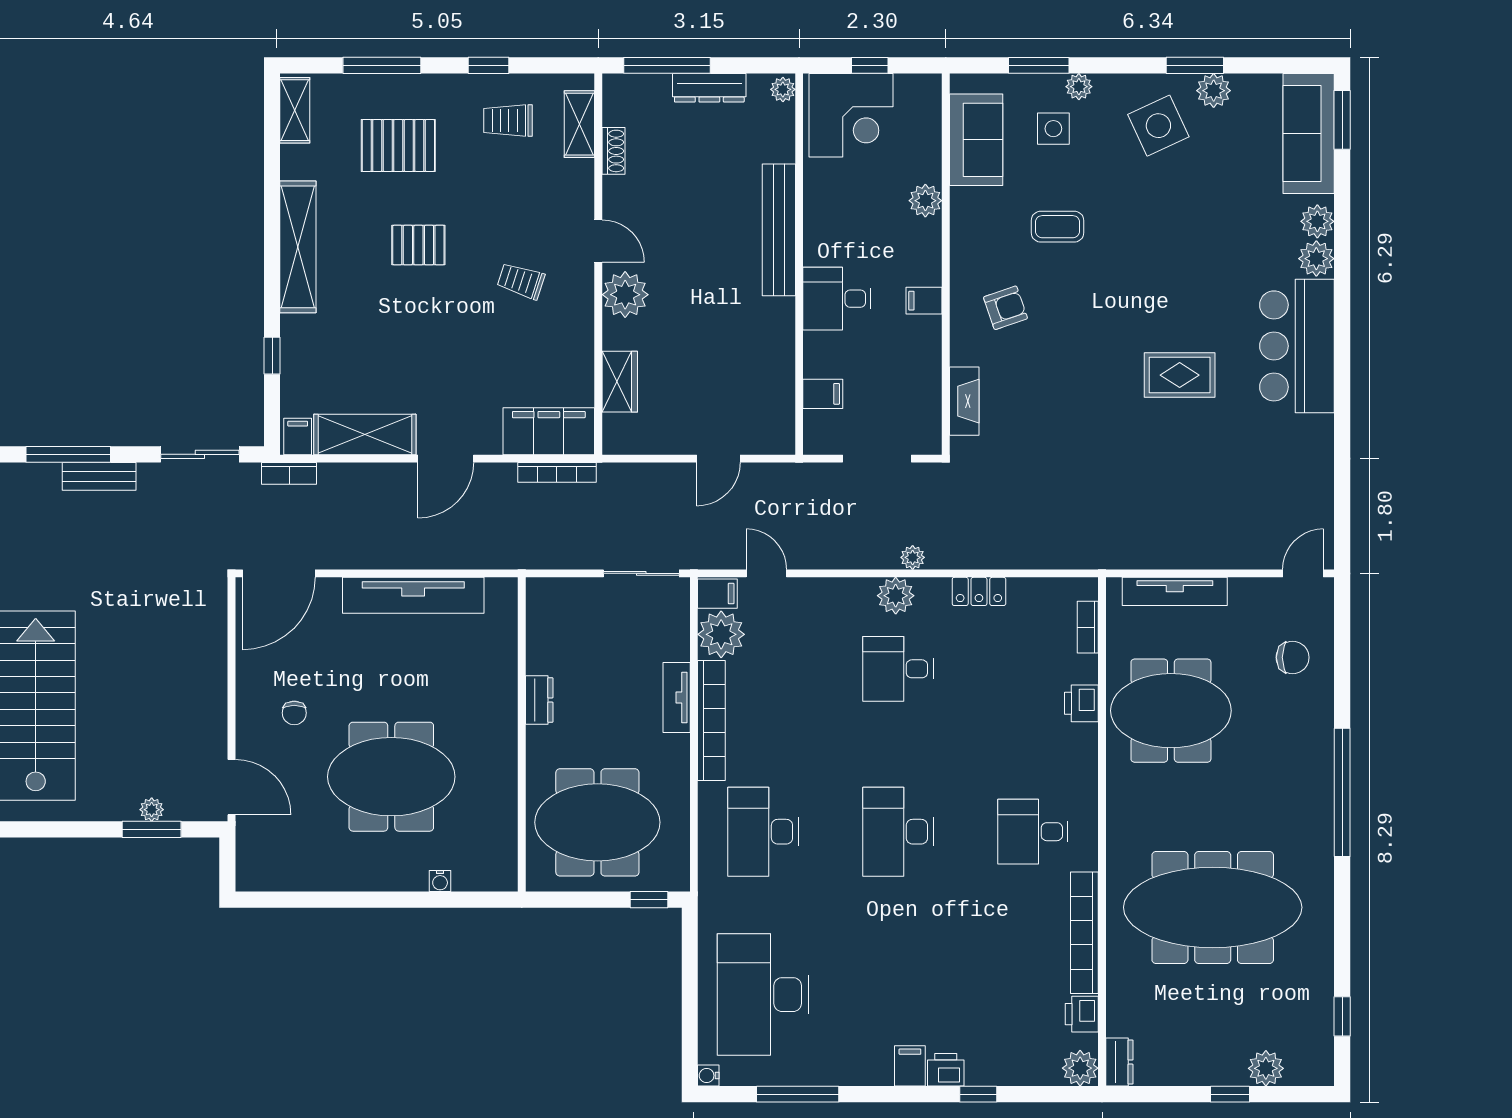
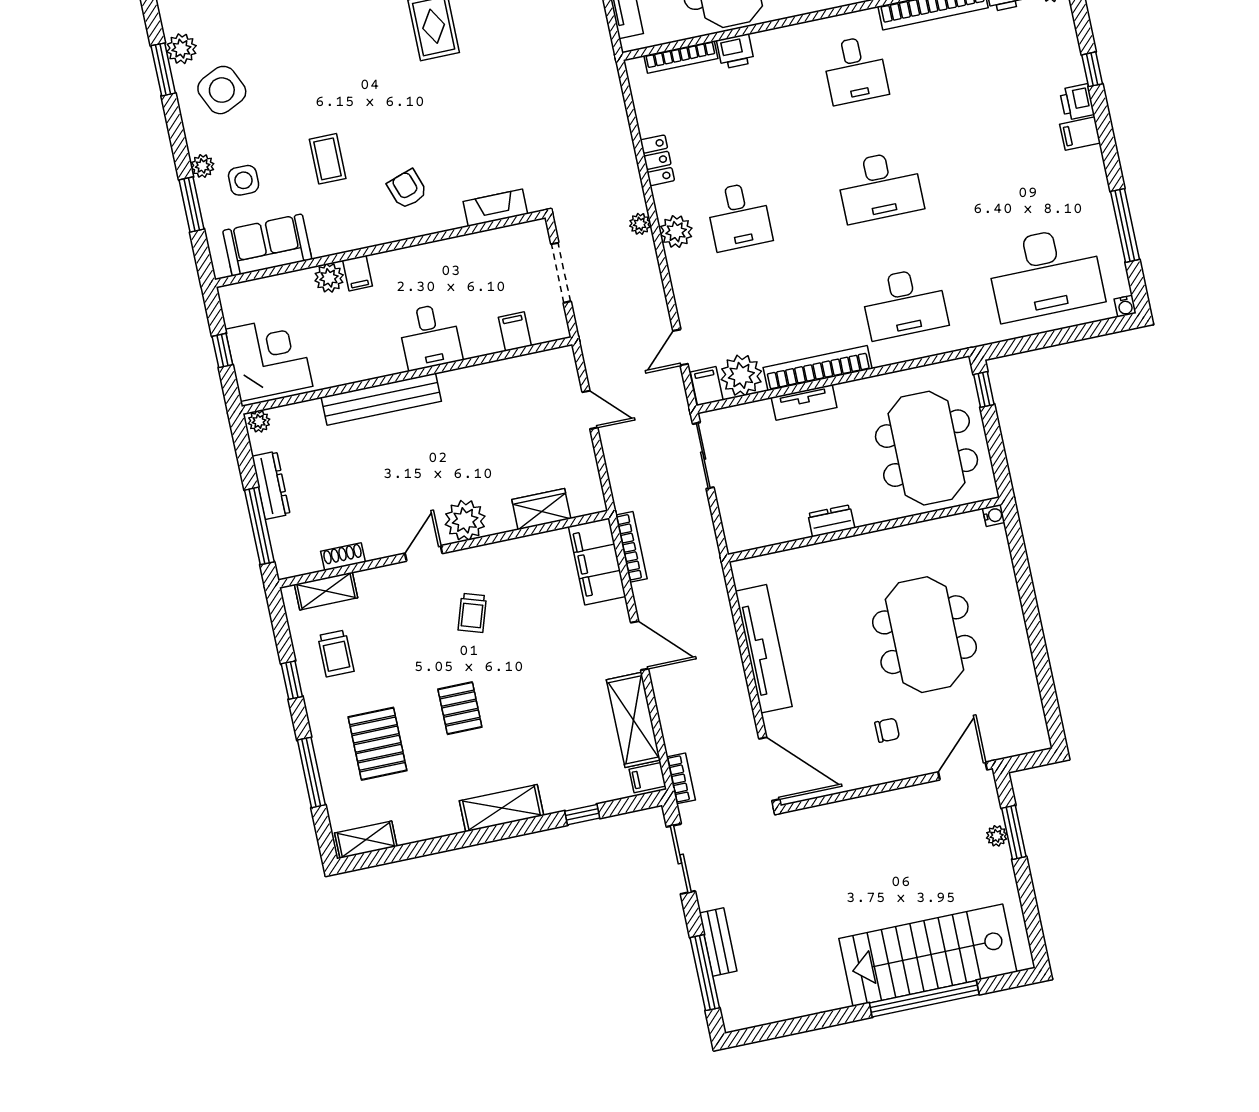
shelving: (298, 247) -> (502, 808), width x0.68
filing cabinet: (924, 301) -> (358, 273), moved
bookcase: (1088, 627) -> (681, 57), width x1.56
water cooler: (440, 881) -> (994, 515), moved

